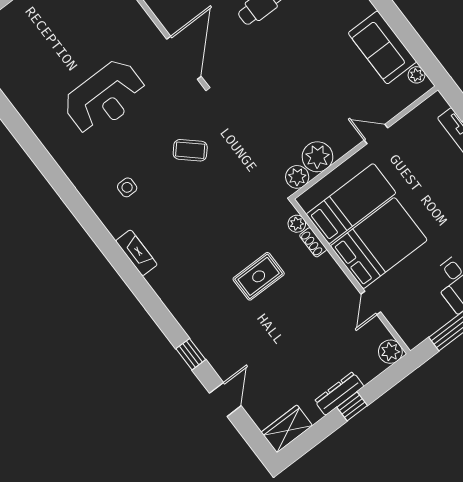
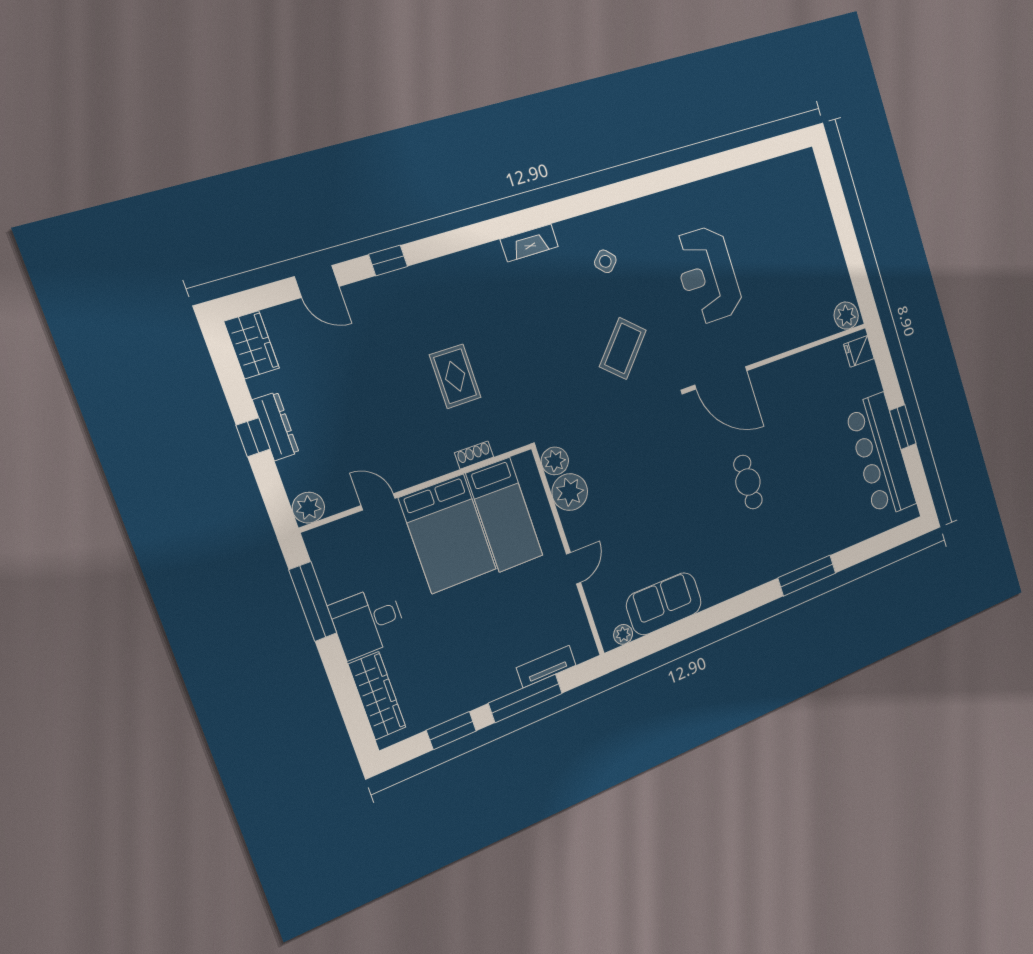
coffee table: (190, 150) -> (623, 348), width x1.36, depth x1.30
side table: (127, 187) -> (605, 261), turned 45
plant: (297, 224) -> (502, 443), removed

